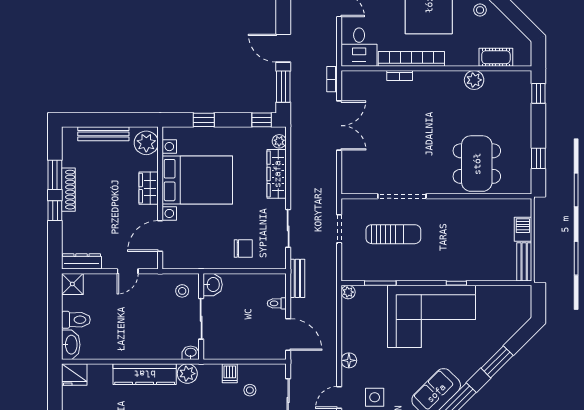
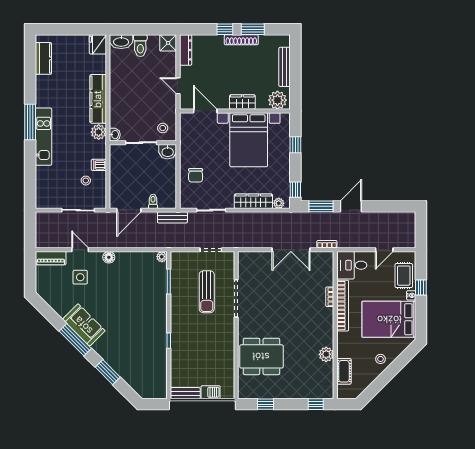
corner sofa: (432, 316) -> (143, 321), removed

